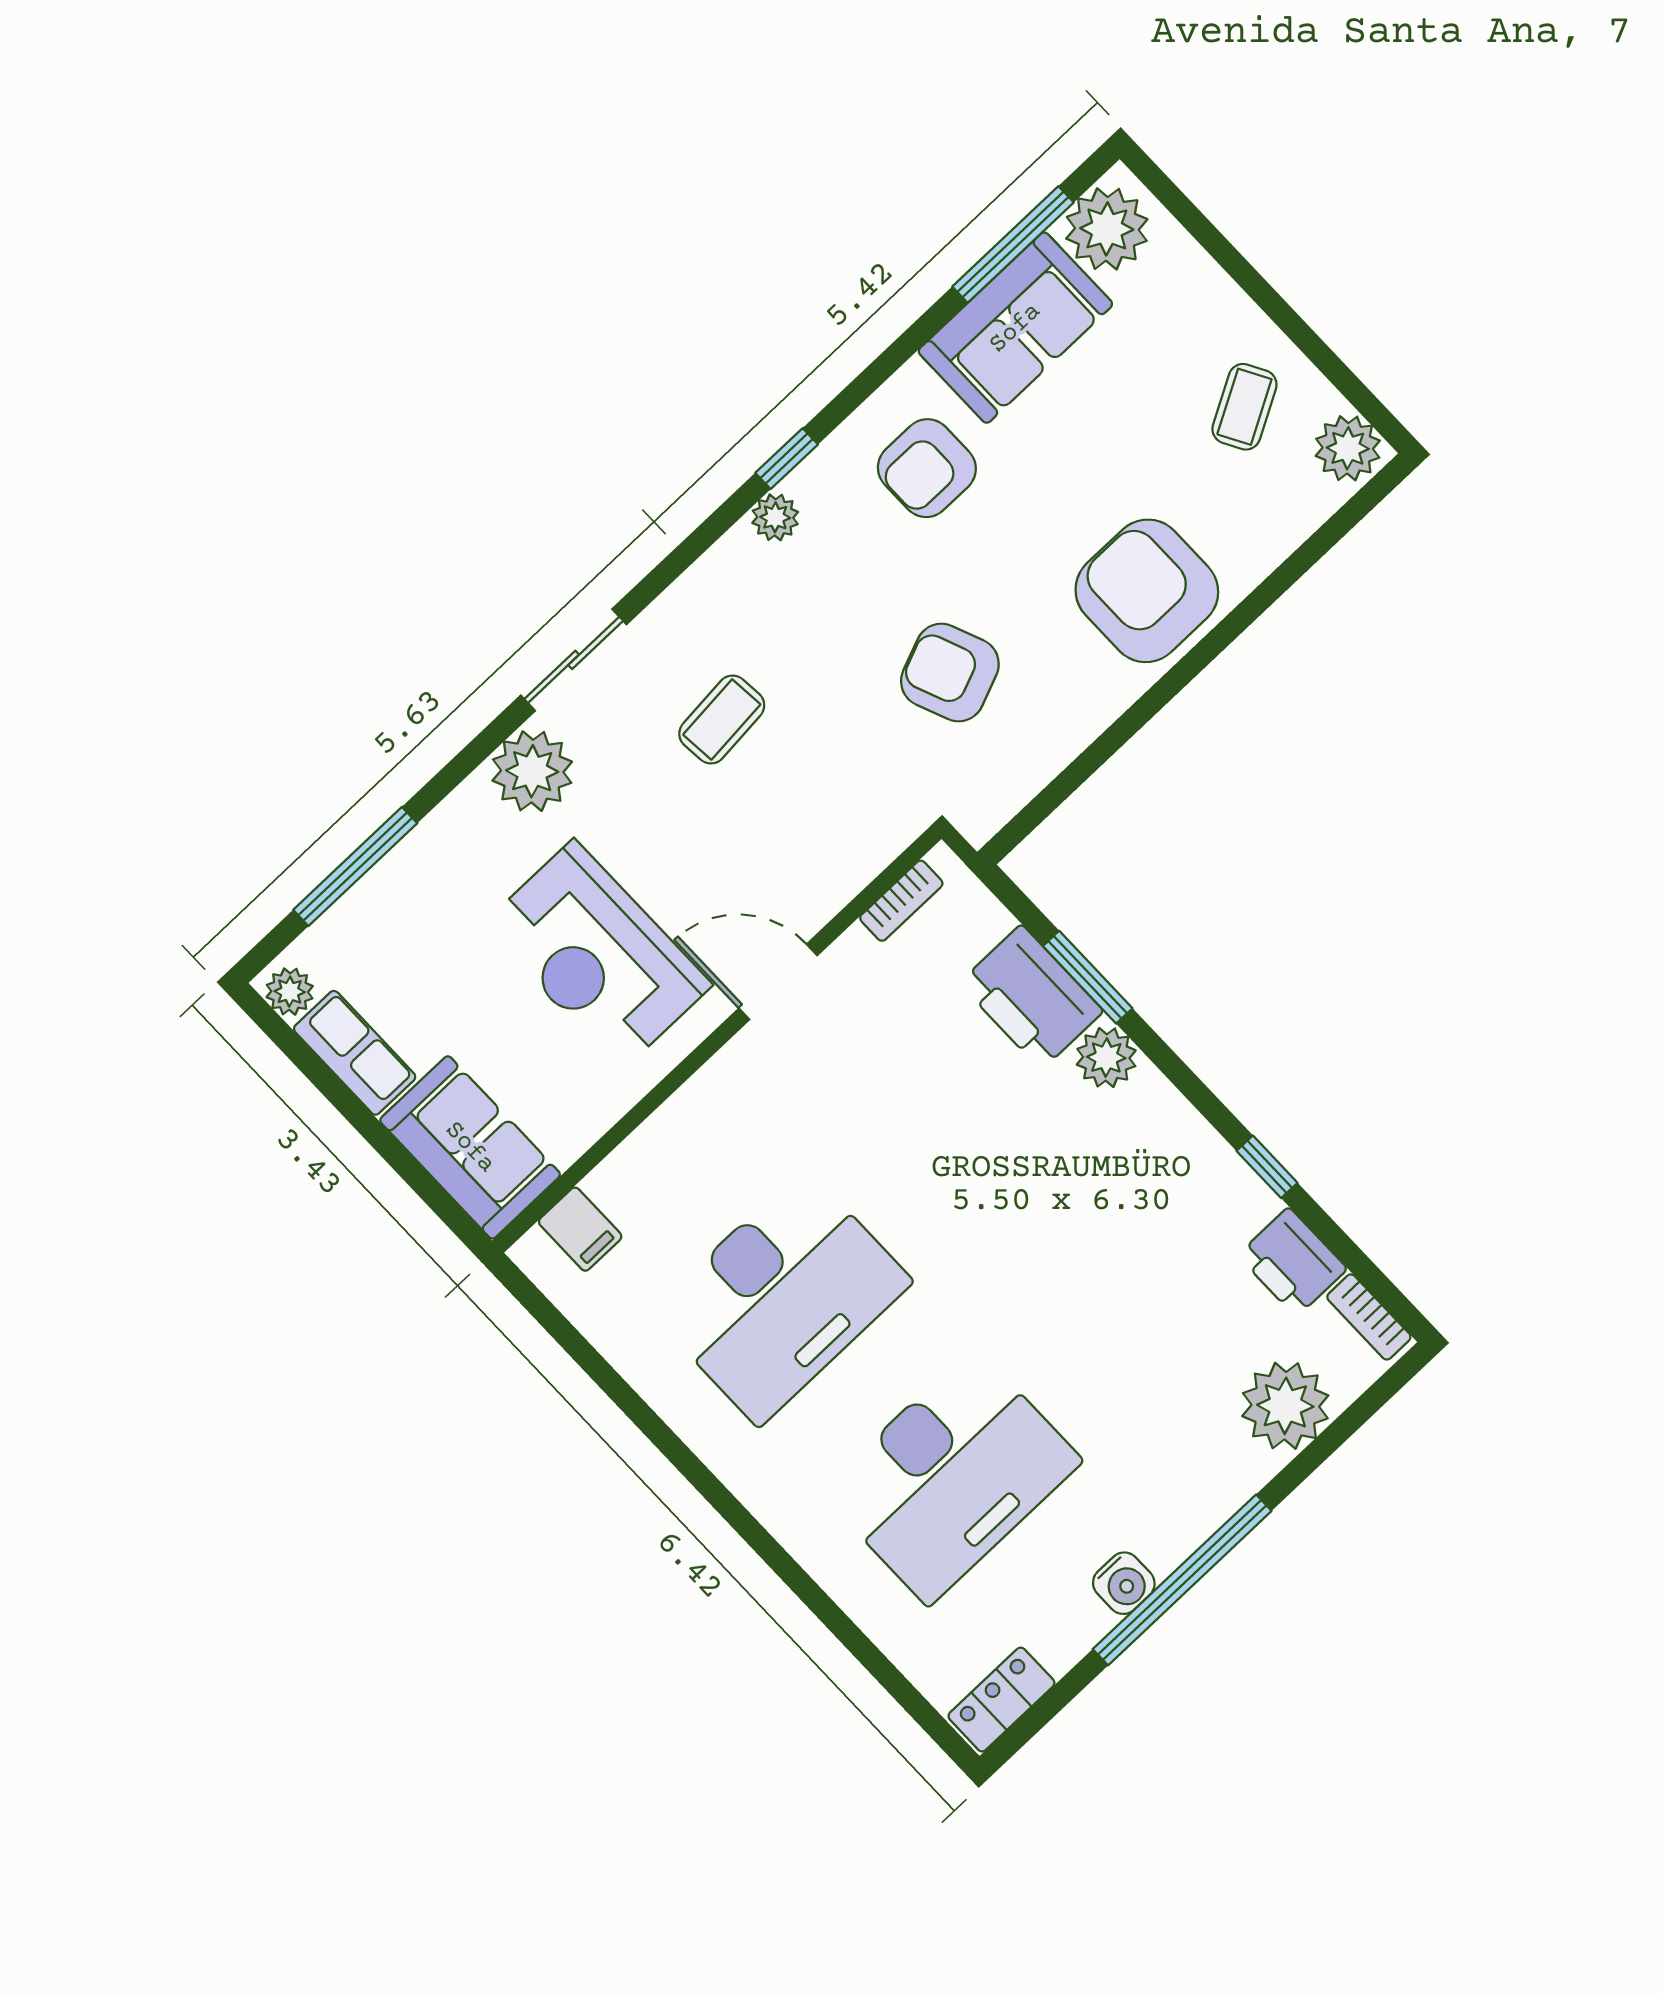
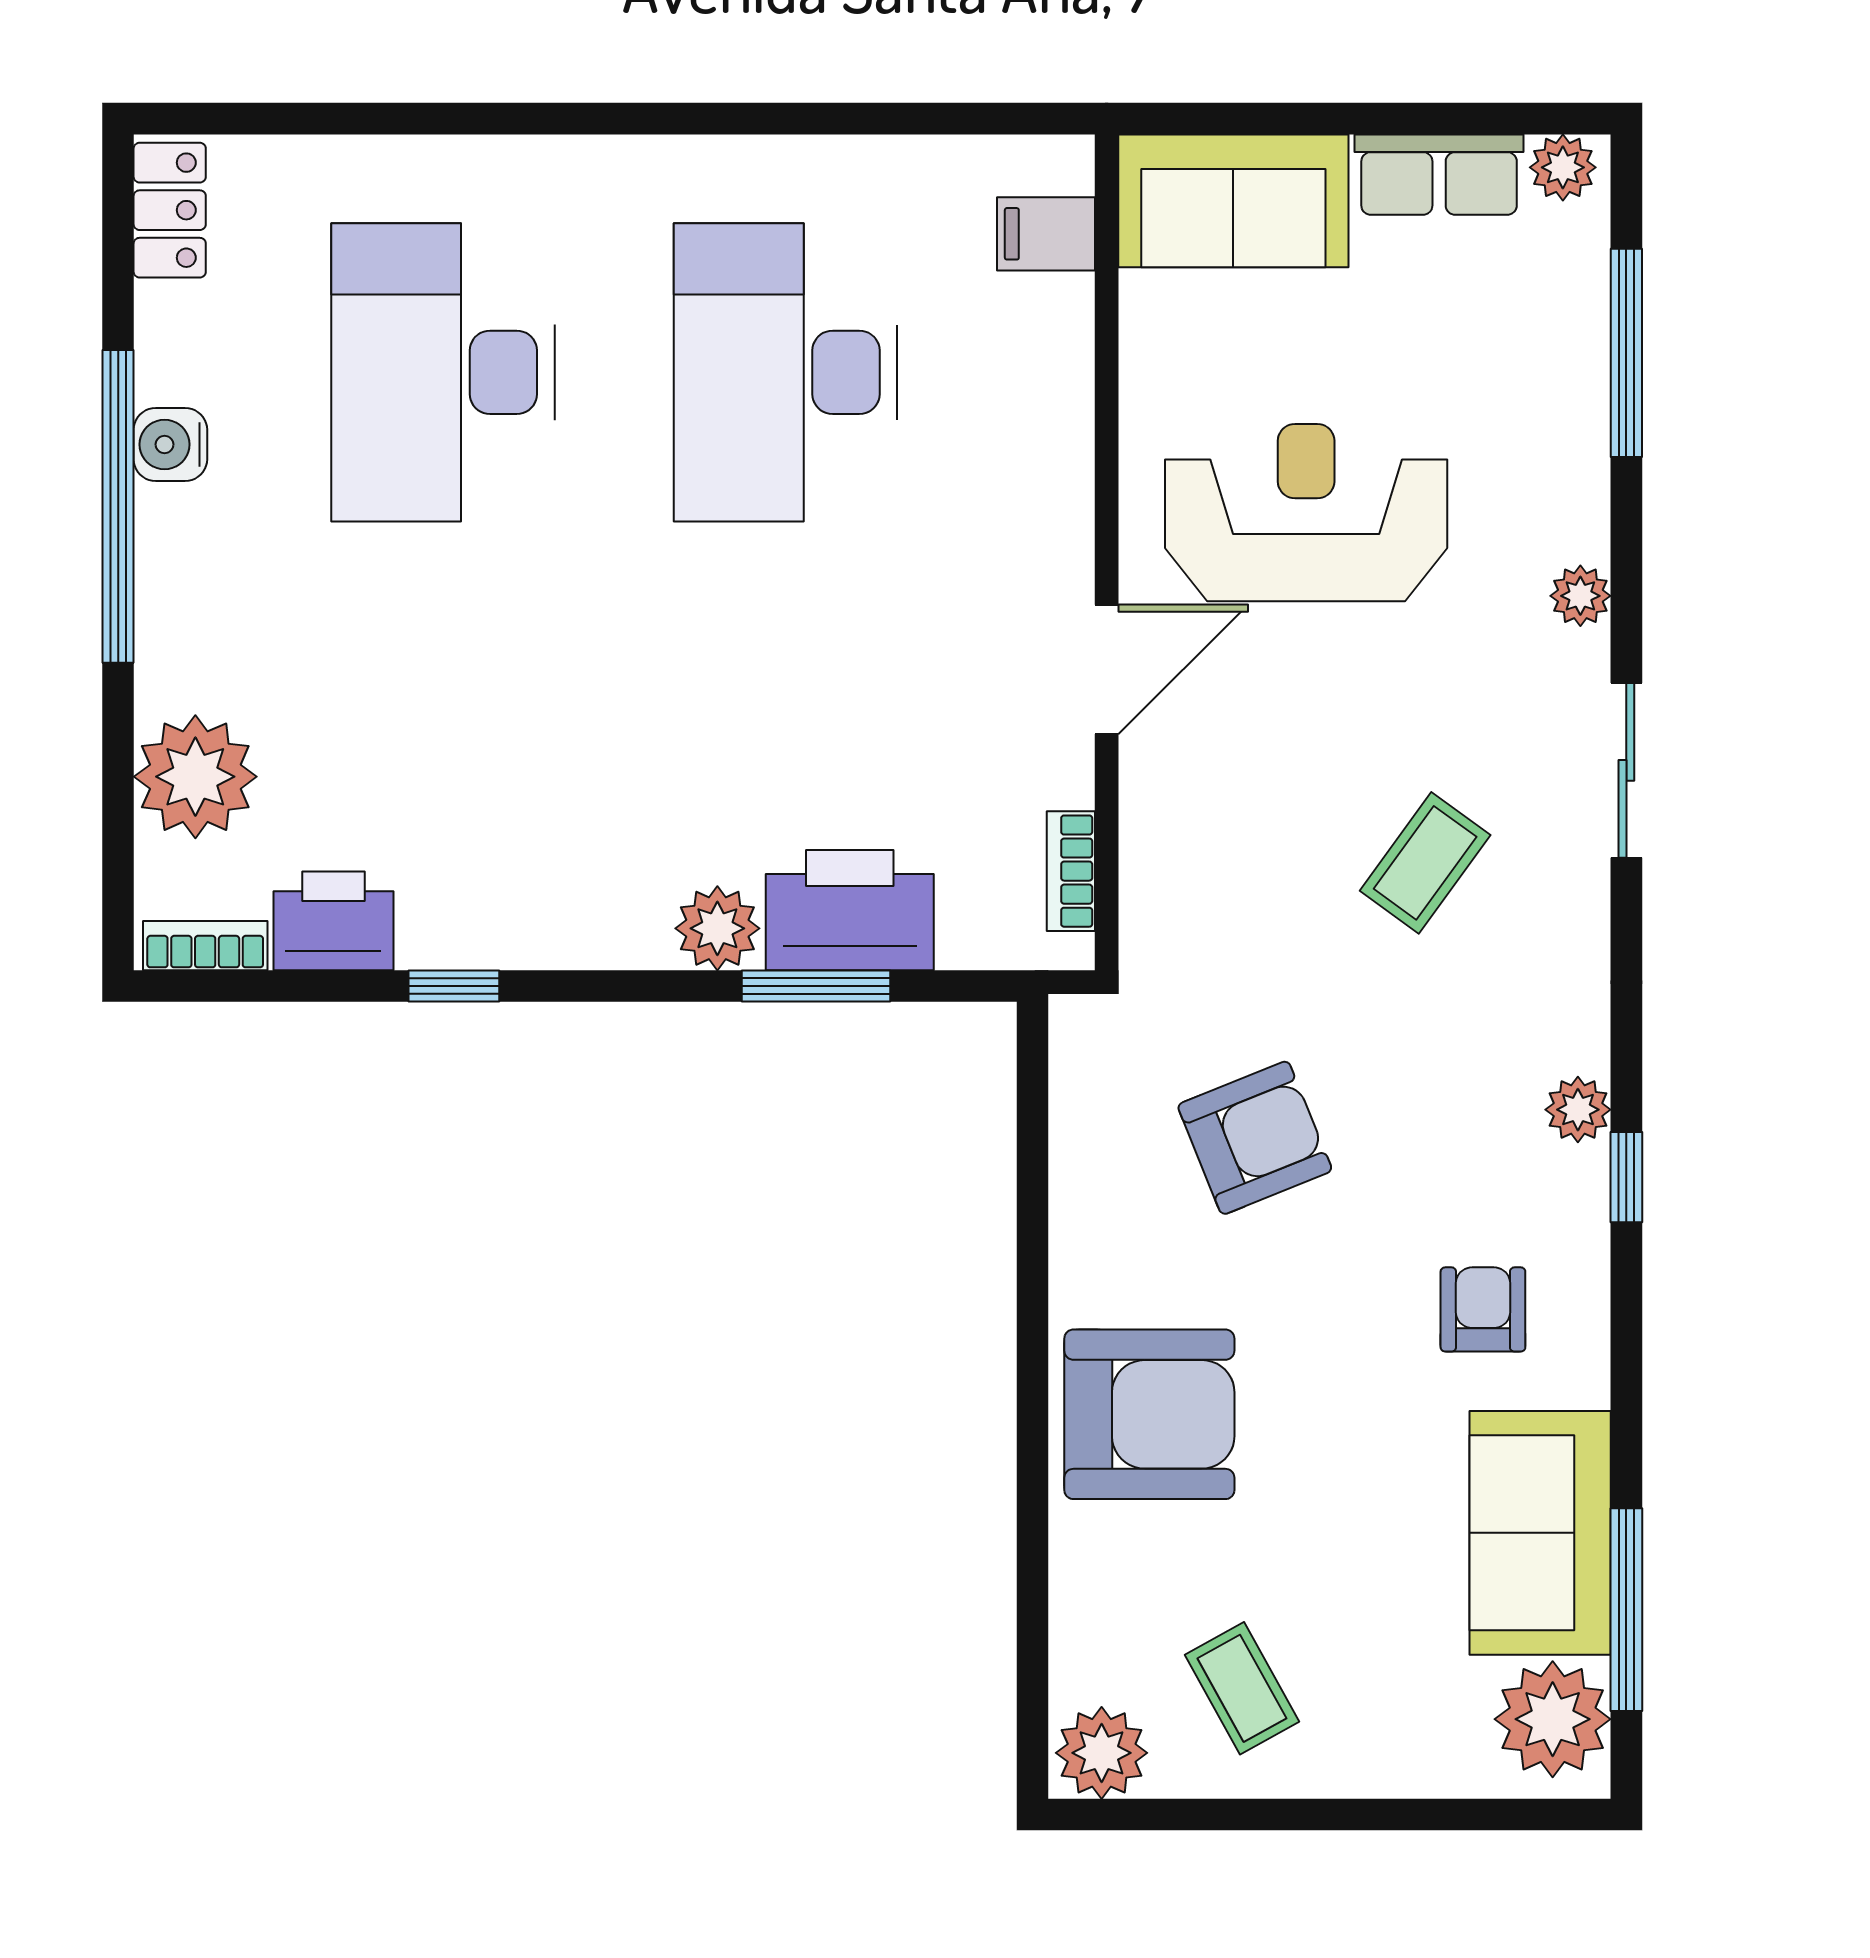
armchair: (927, 468) -> (1483, 1309), width x0.72, depth x0.72
coffee table: (722, 719) -> (1425, 863), turned 41
plant: (532, 771) -> (1580, 596), width x0.53, depth x0.53

